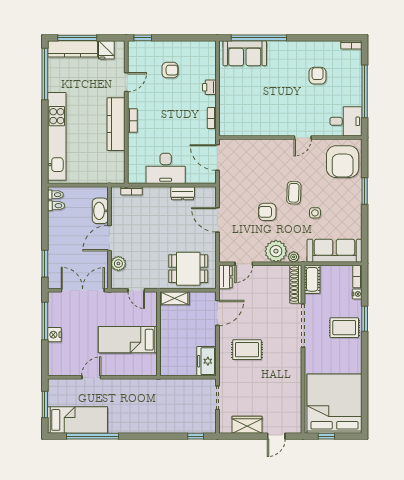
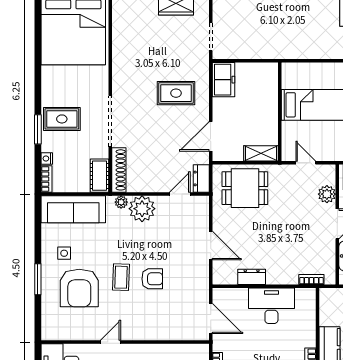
armchair: (343, 162) -> (79, 288), moved, turned 180
armchair: (267, 212) -> (152, 279), moved
side table: (315, 213) -> (64, 253), moved

